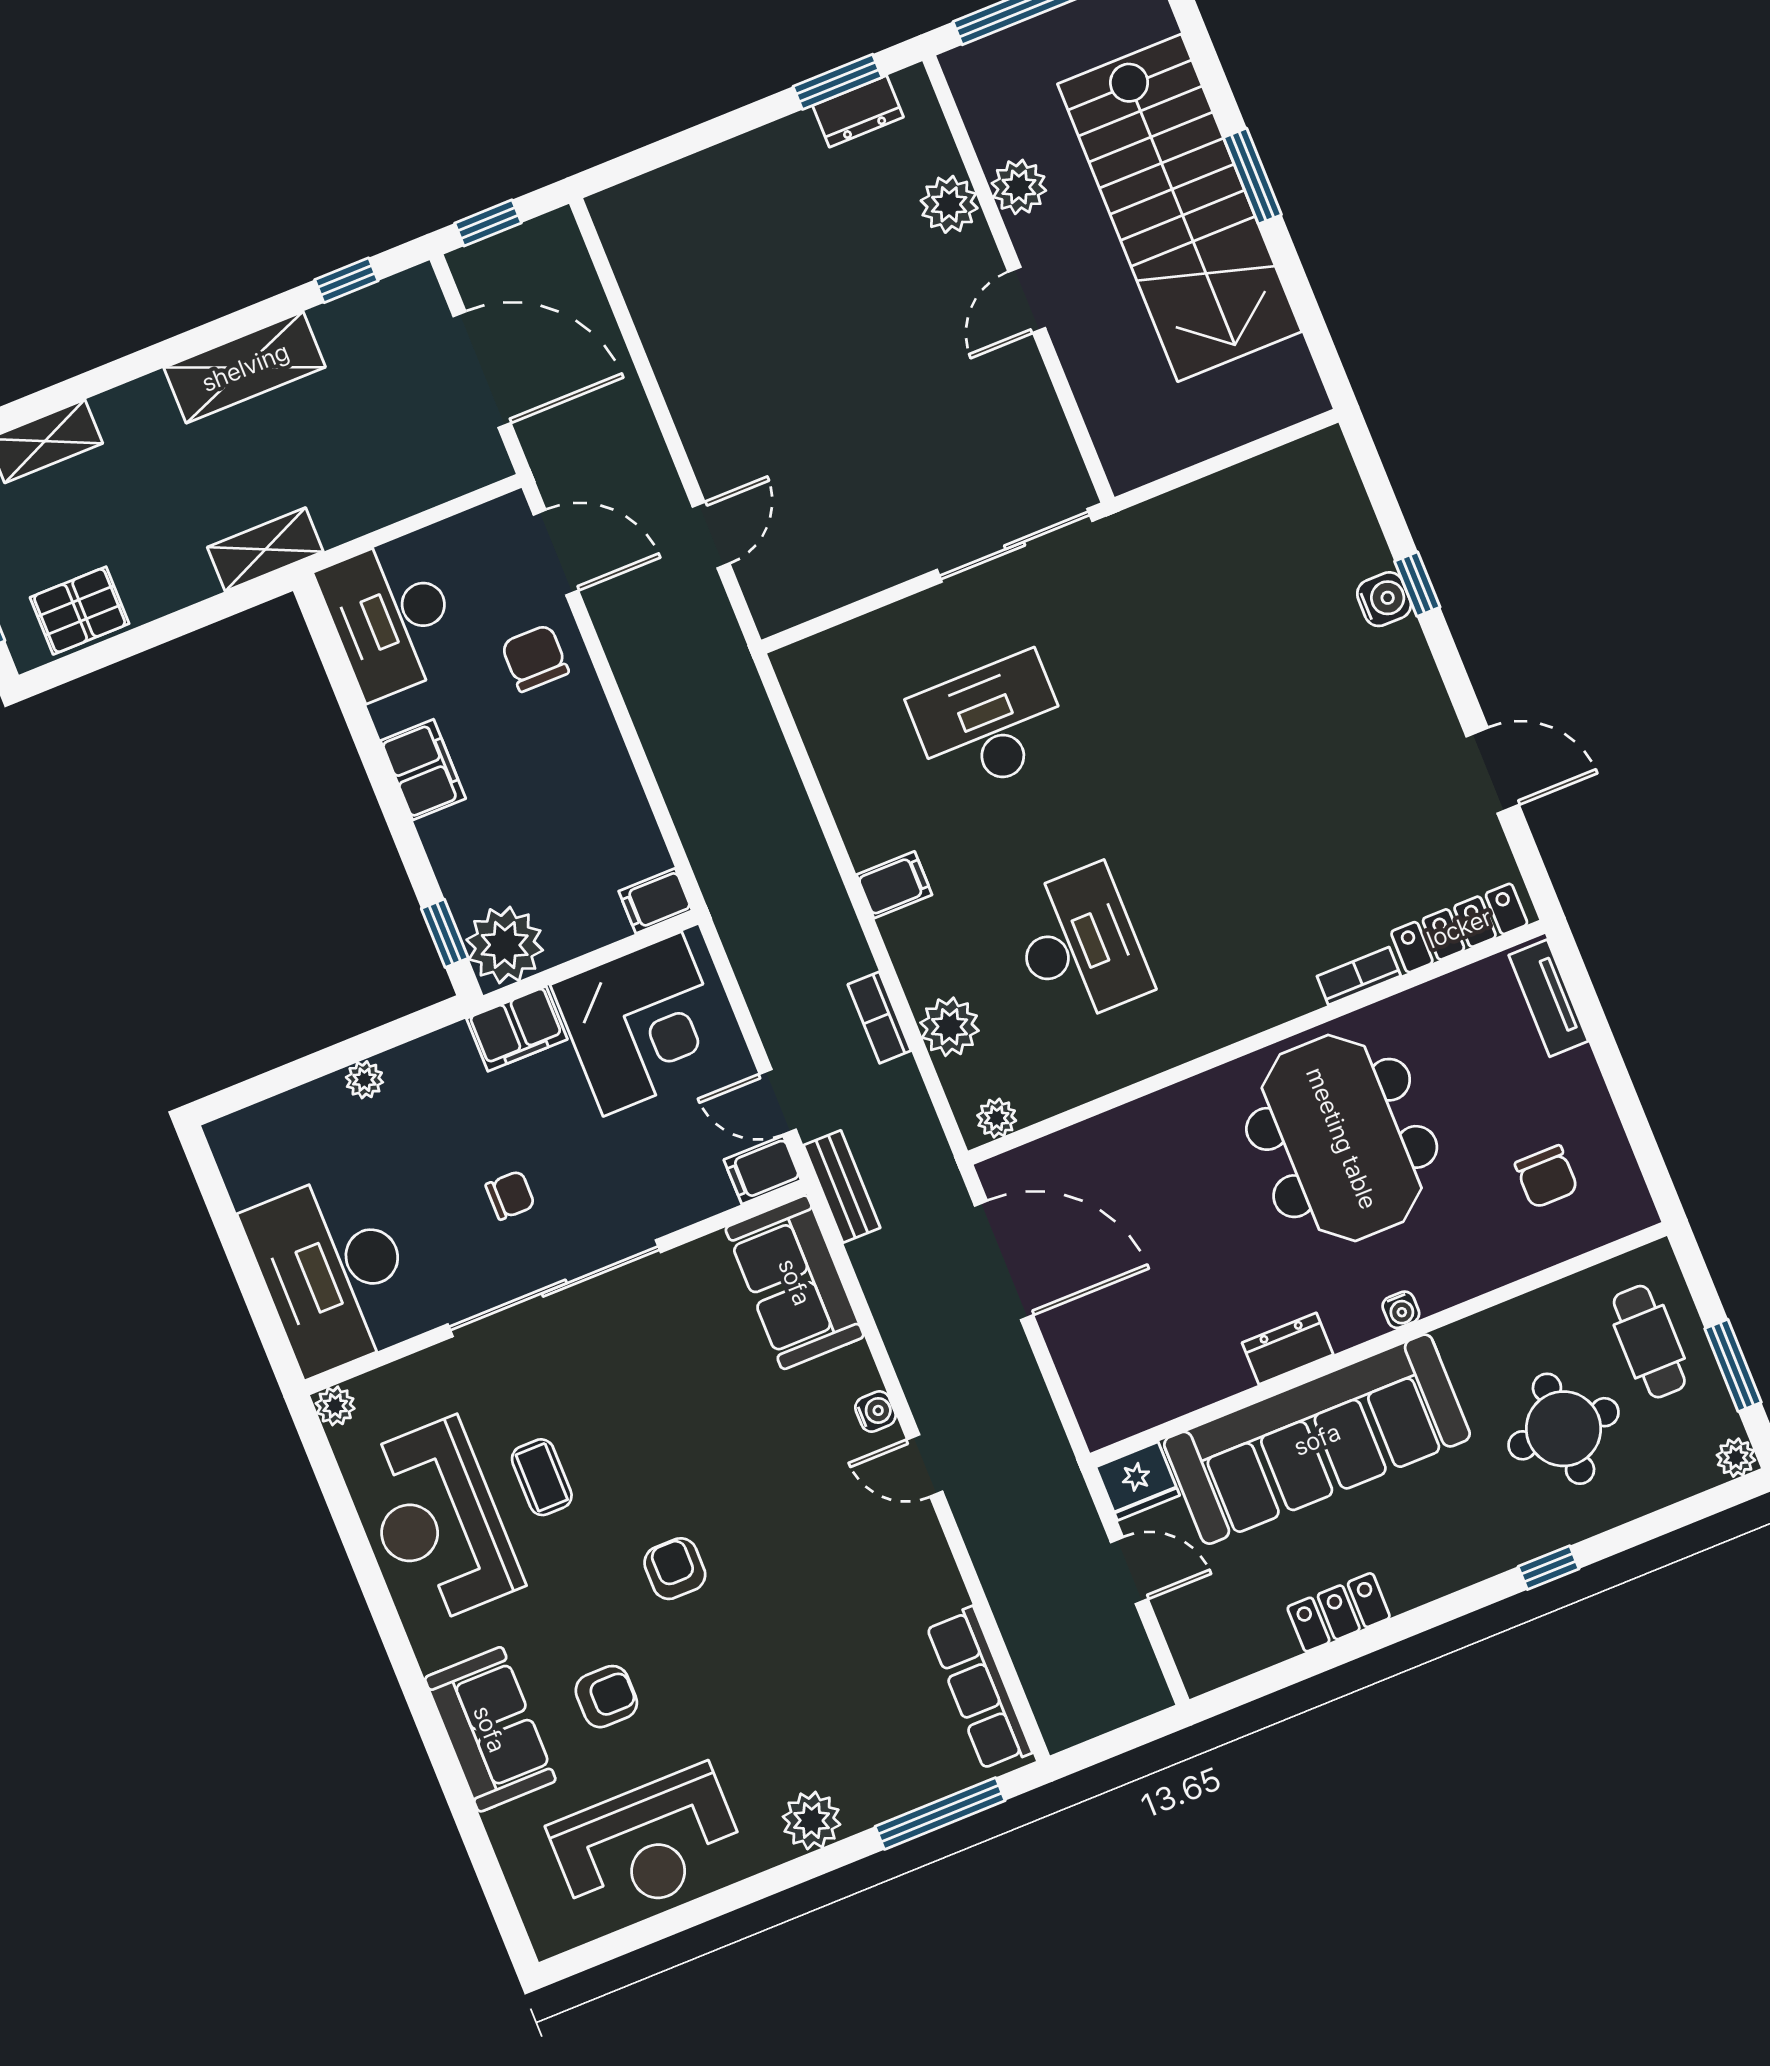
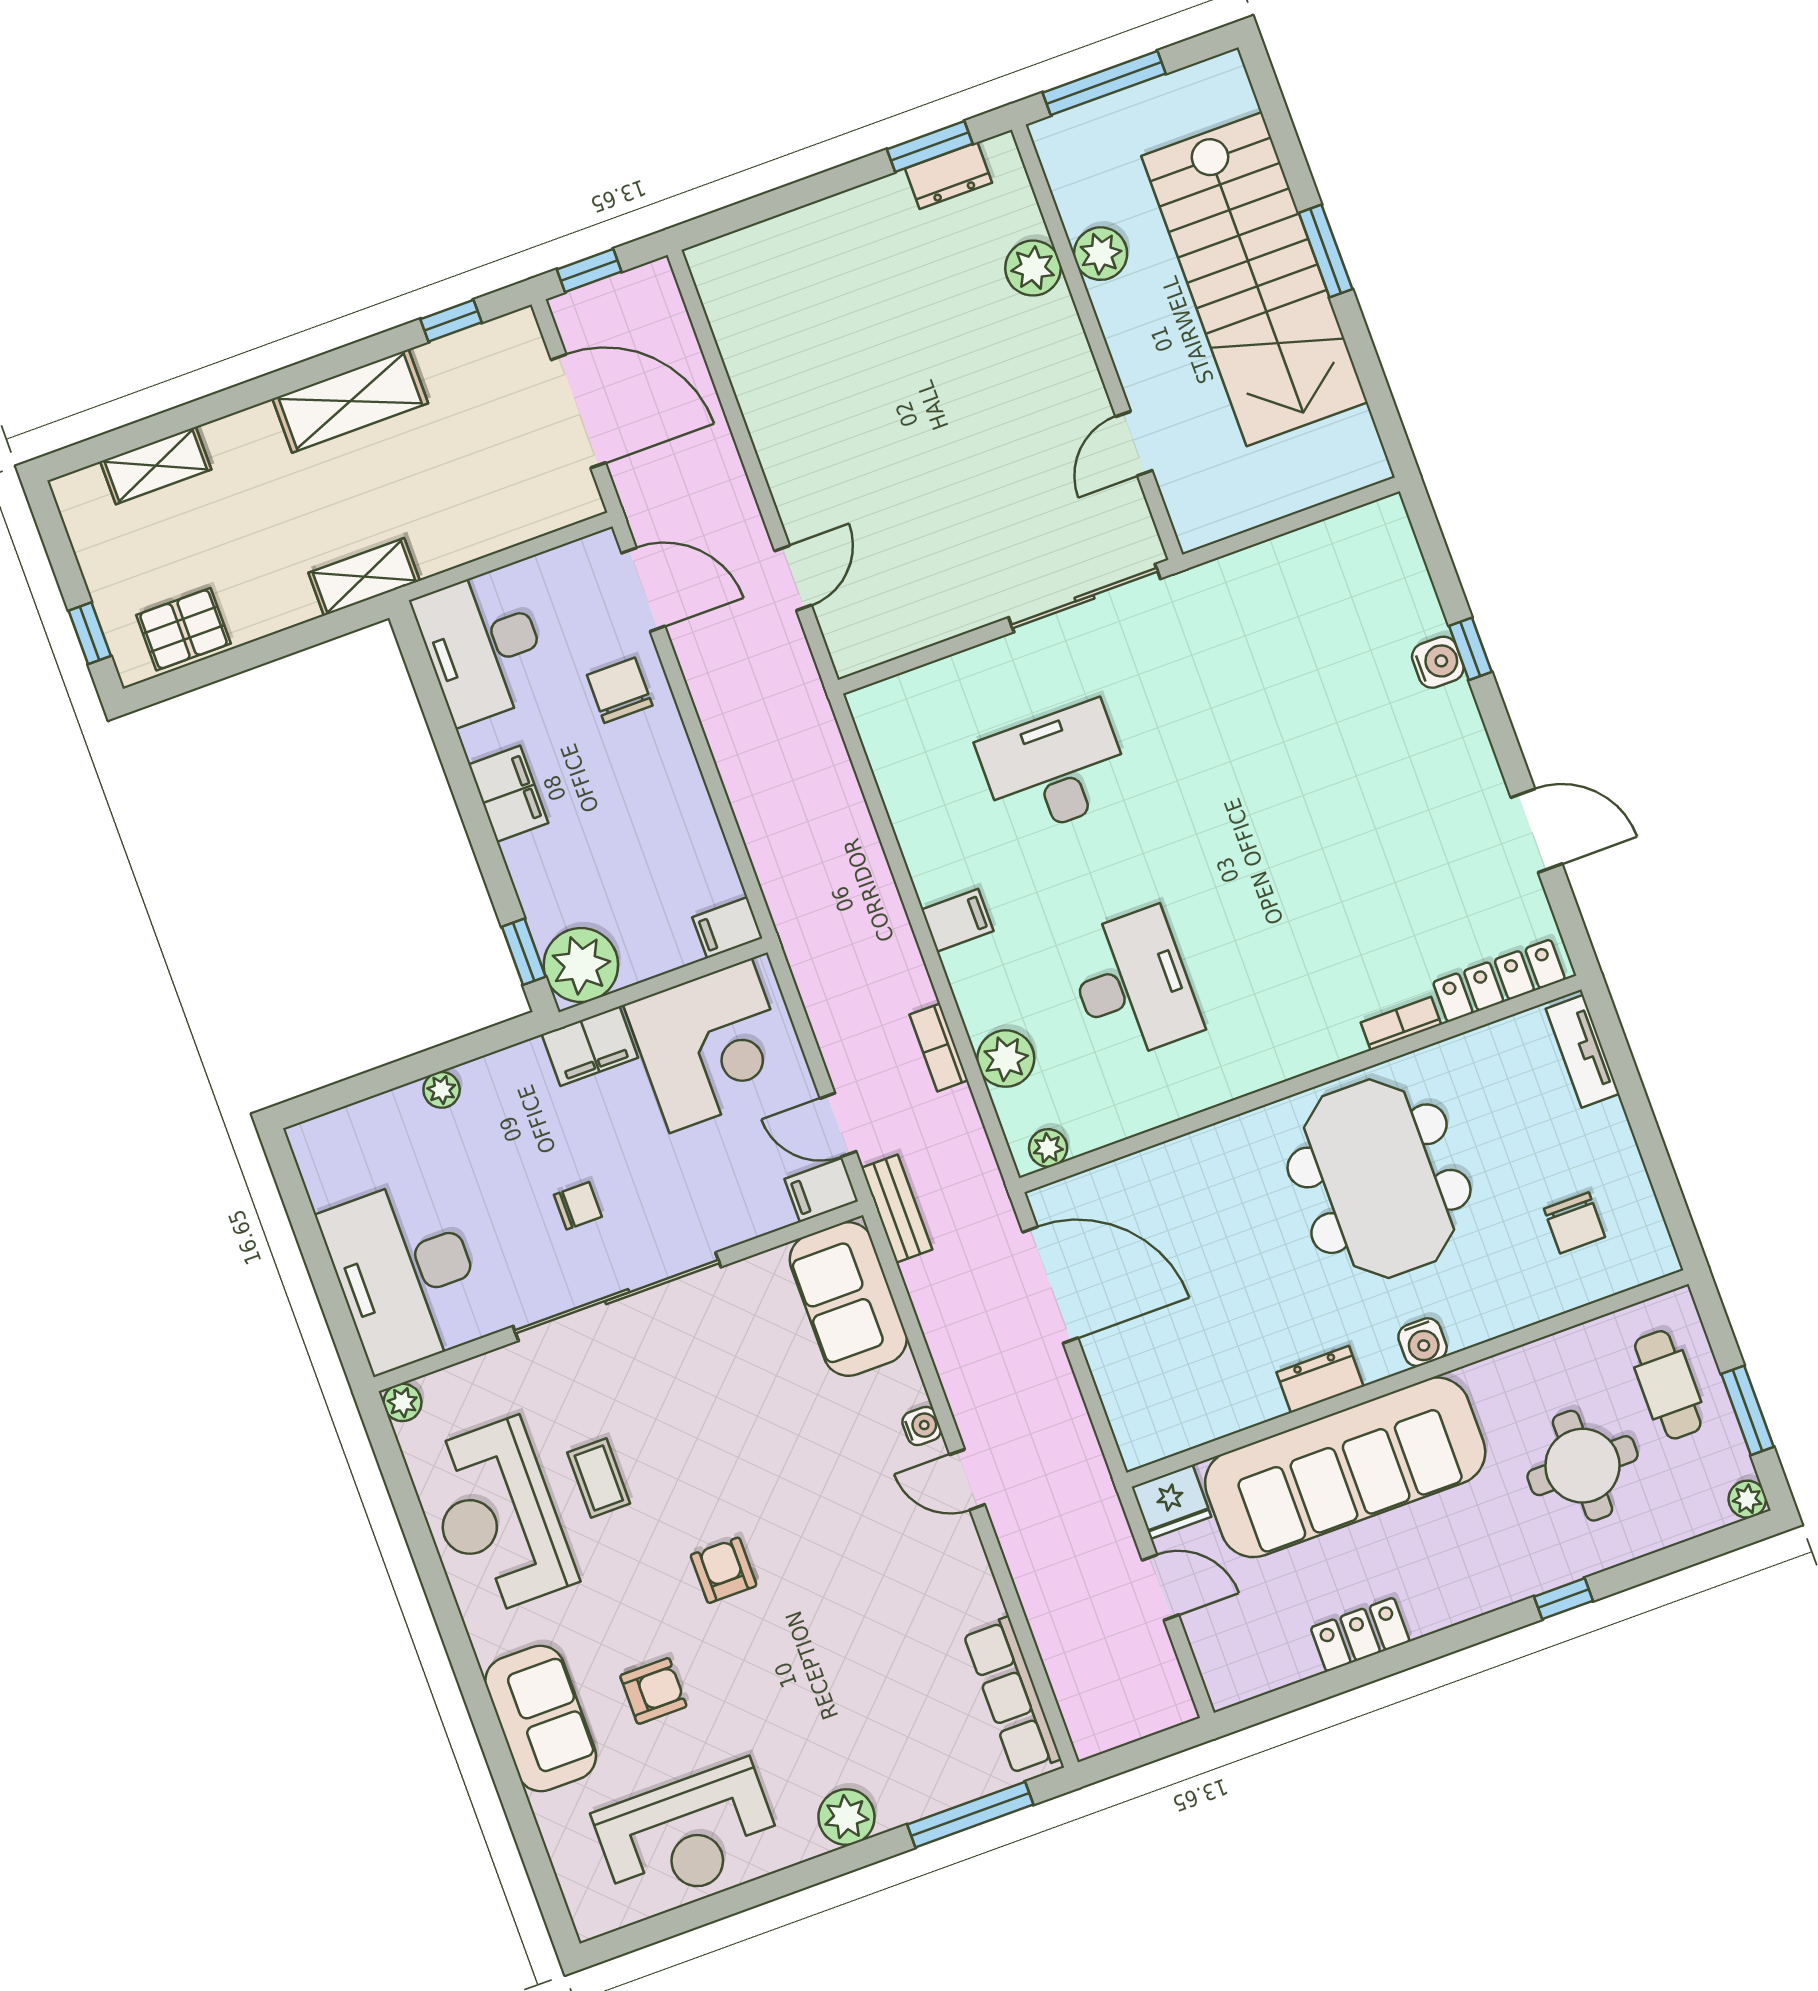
door: (1027, 300) -> (1134, 443), moved
water cooler: (1401, 1310) -> (1423, 1342), width x1.38, depth x1.38

